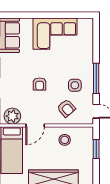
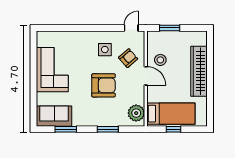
window: (96, 78) -> (98, 28), removed
armchair: (40, 84) -> (103, 85), width x1.88, depth x1.88
door: (35, 125) -> (146, 76), moved

